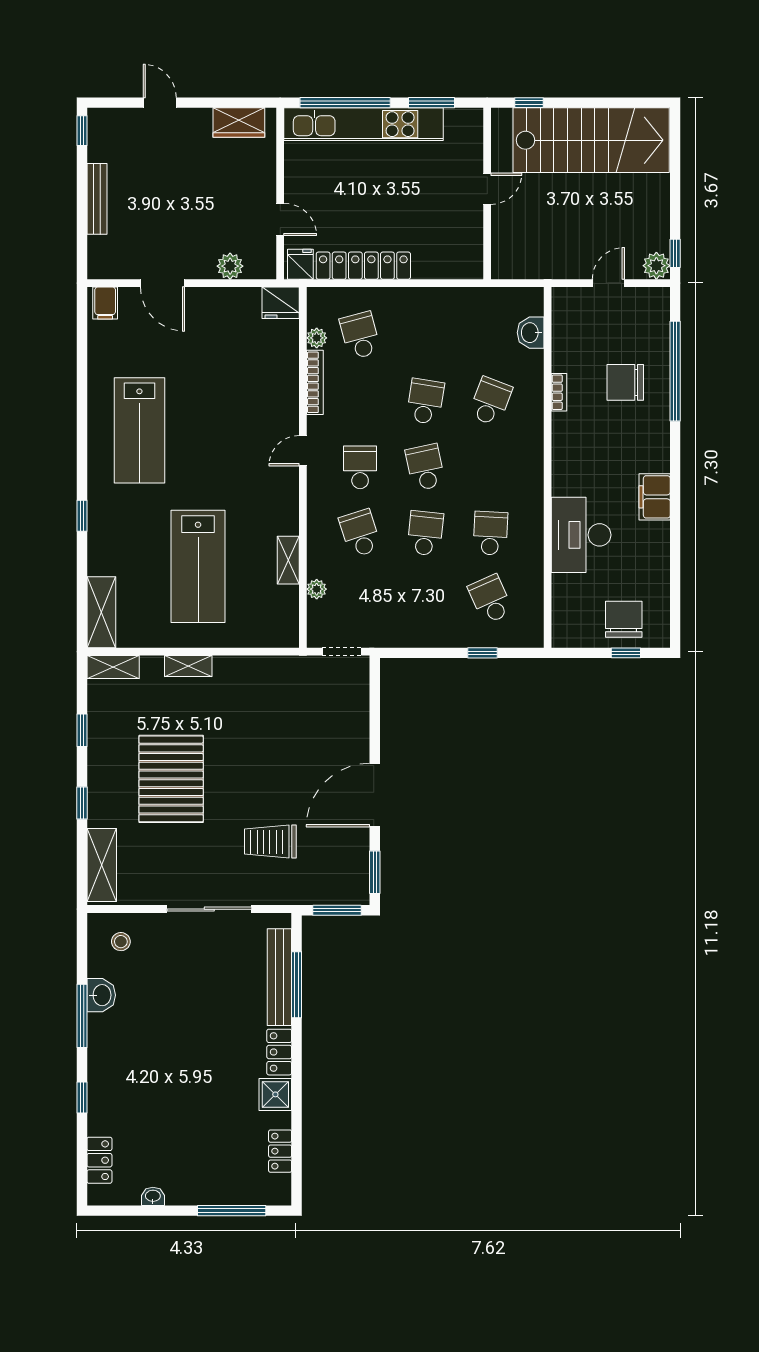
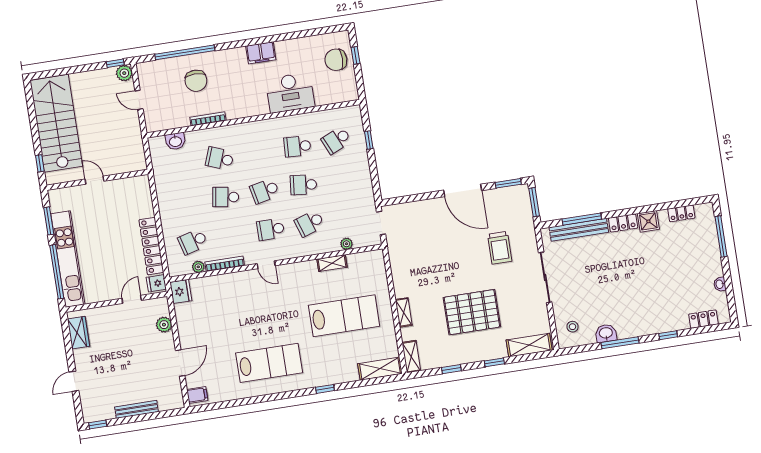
bookcase: (559, 392) -> (208, 119), width x1.56

